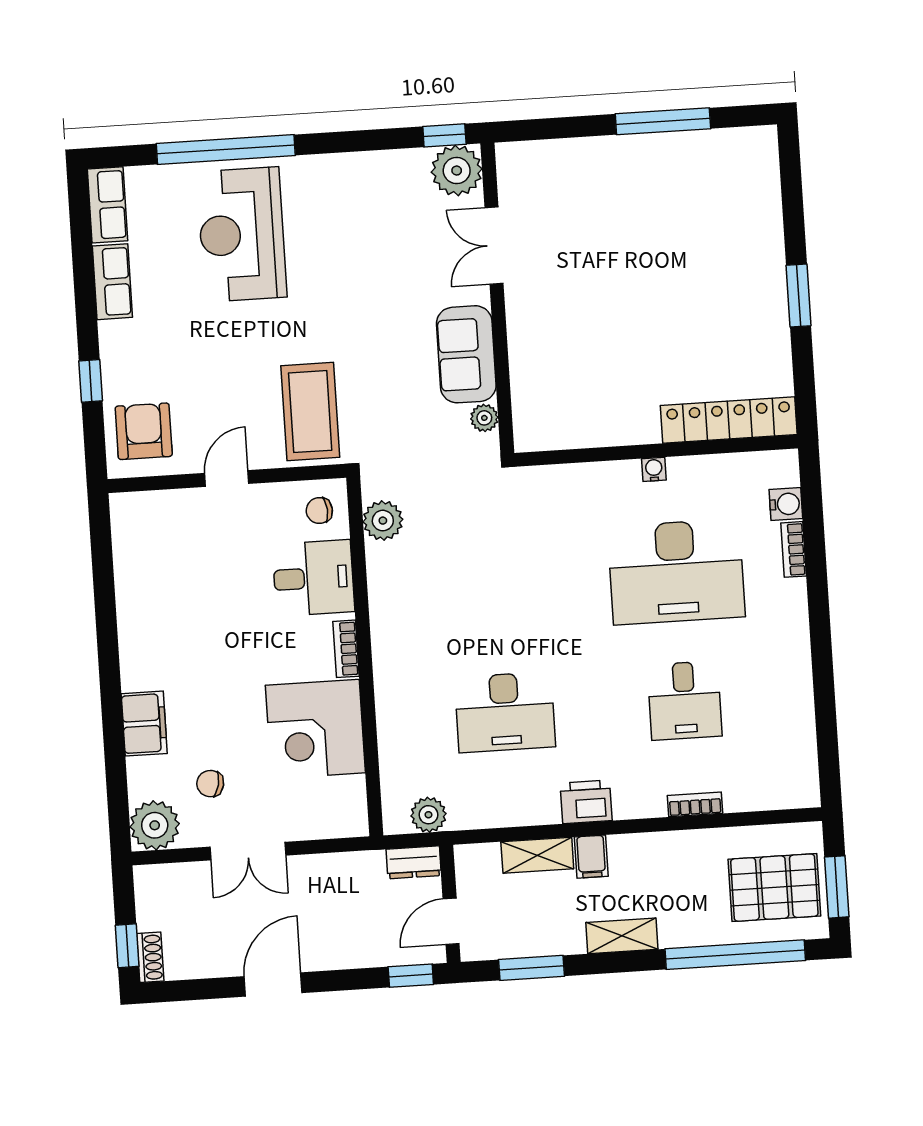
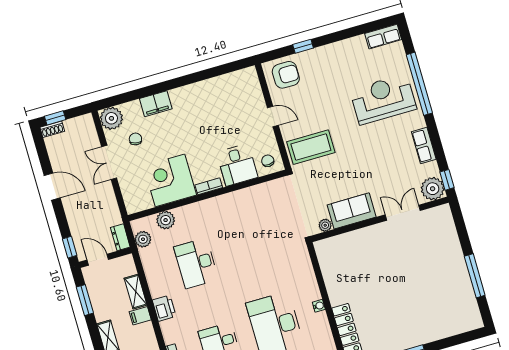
row of seats: (112, 282) -> (424, 145), moved, turned 90
plant: (383, 521) -> (166, 220), moved

